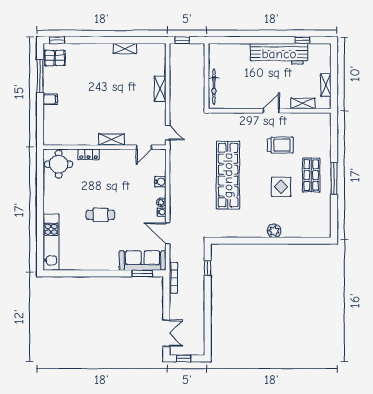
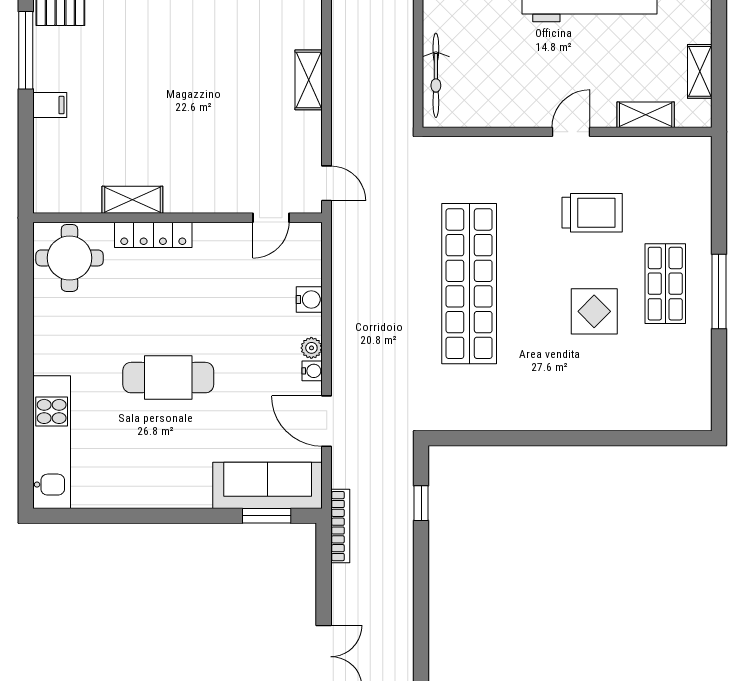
shelving: (111, 140) -> (132, 200), moved
locker: (88, 154) -> (153, 235), width x1.53
cafe table: (100, 215) -> (168, 378), width x1.37, depth x1.35
plant: (274, 231) -> (578, 415), removed

